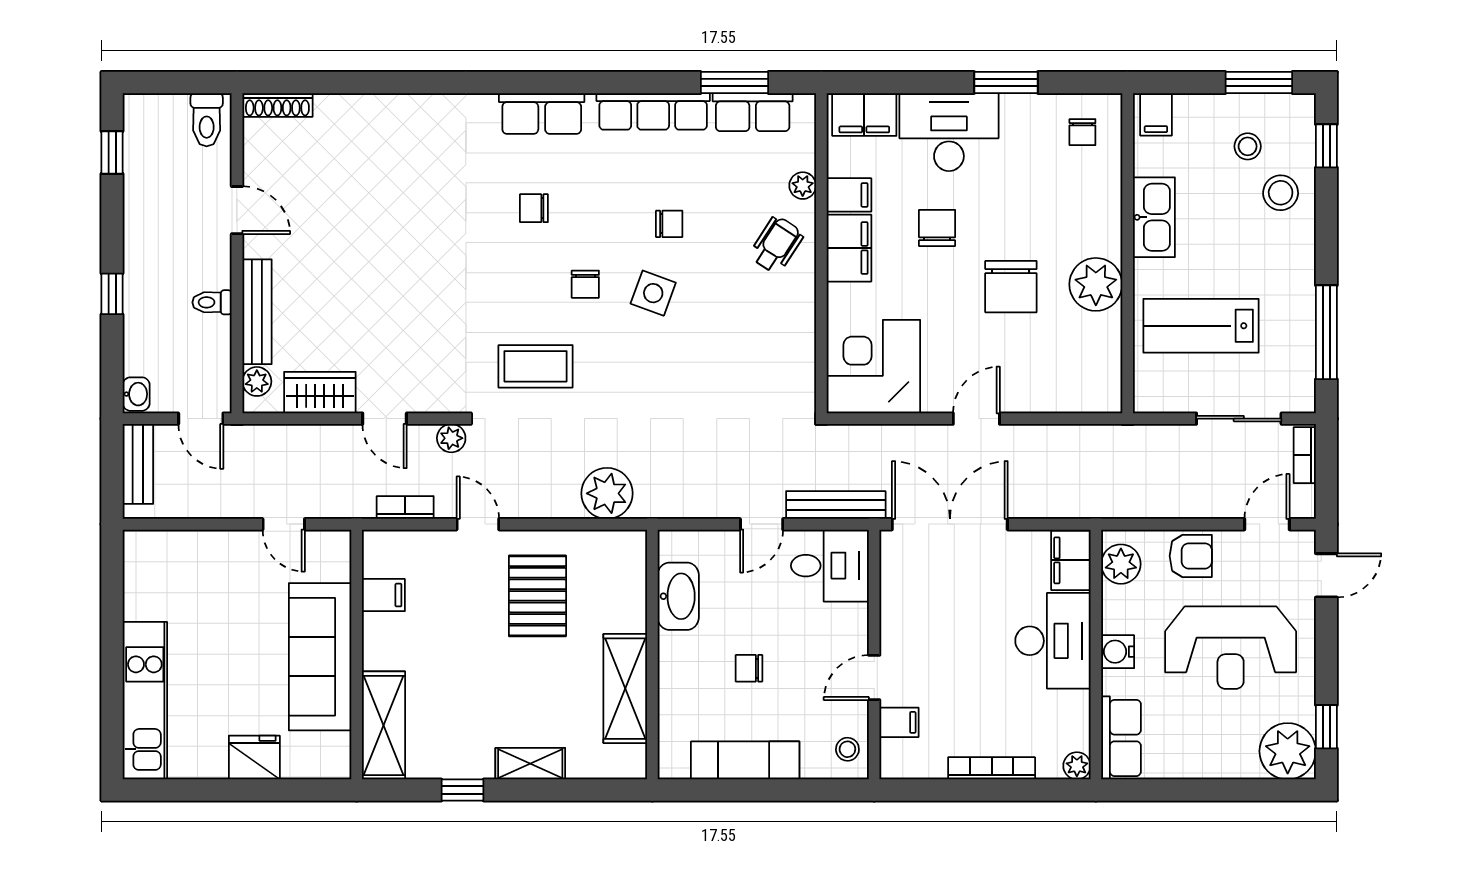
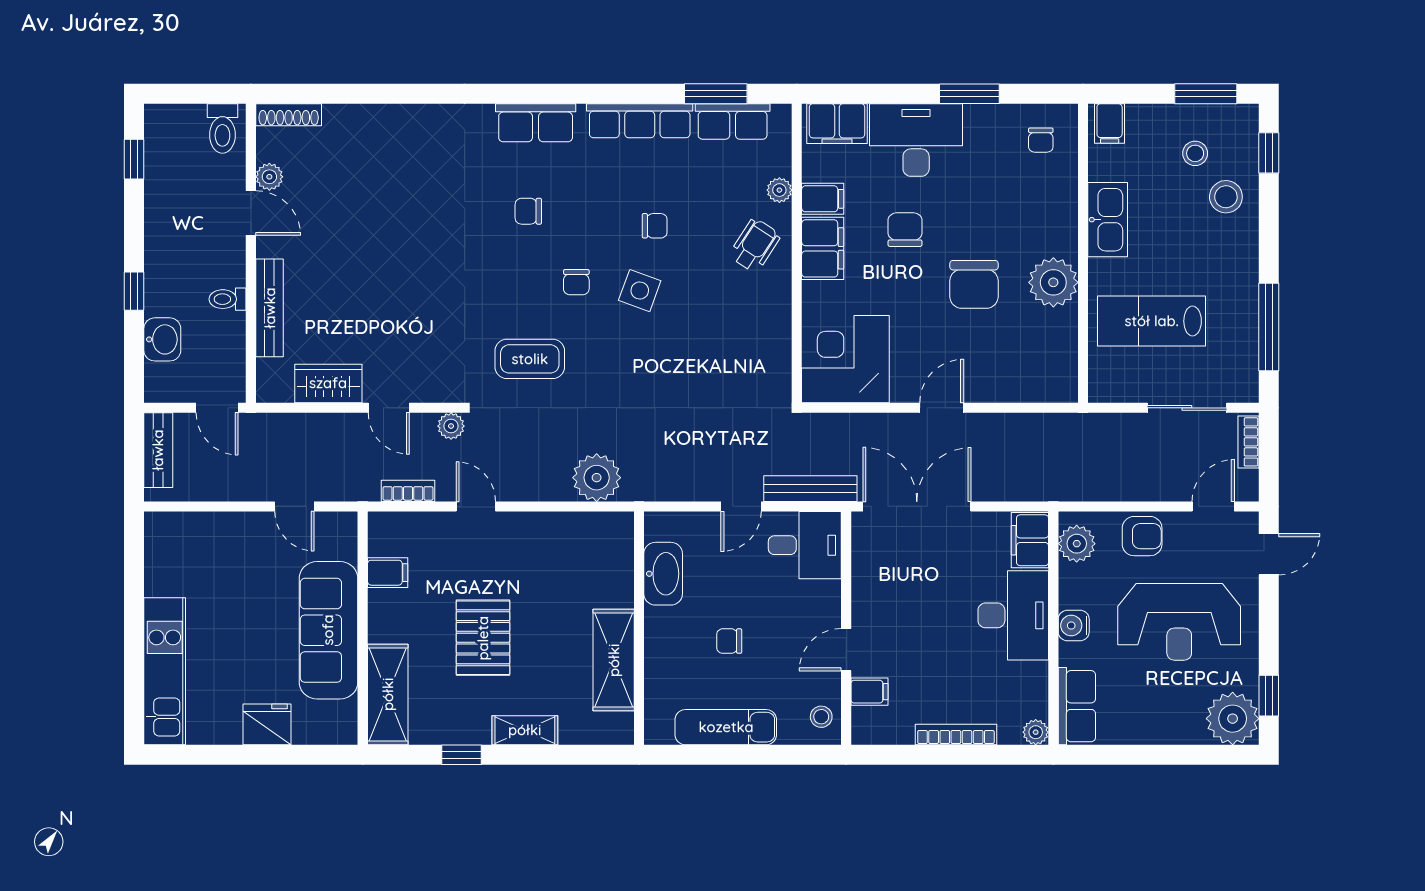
plant: (257, 381) -> (269, 177), moved
washbasin: (136, 394) -> (162, 339), moved, width x1.38, depth x1.45
pallet: (537, 596) -> (483, 638), moved

